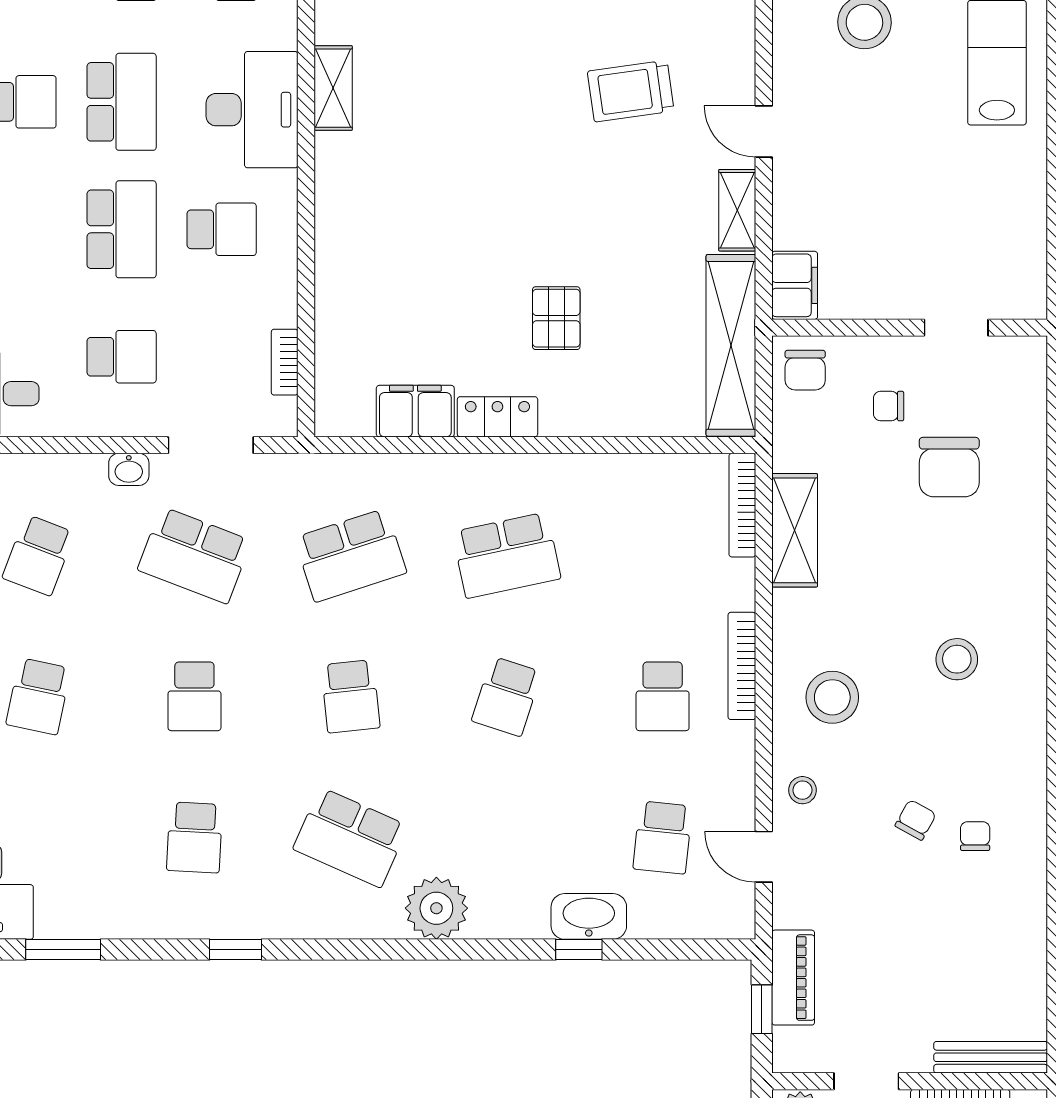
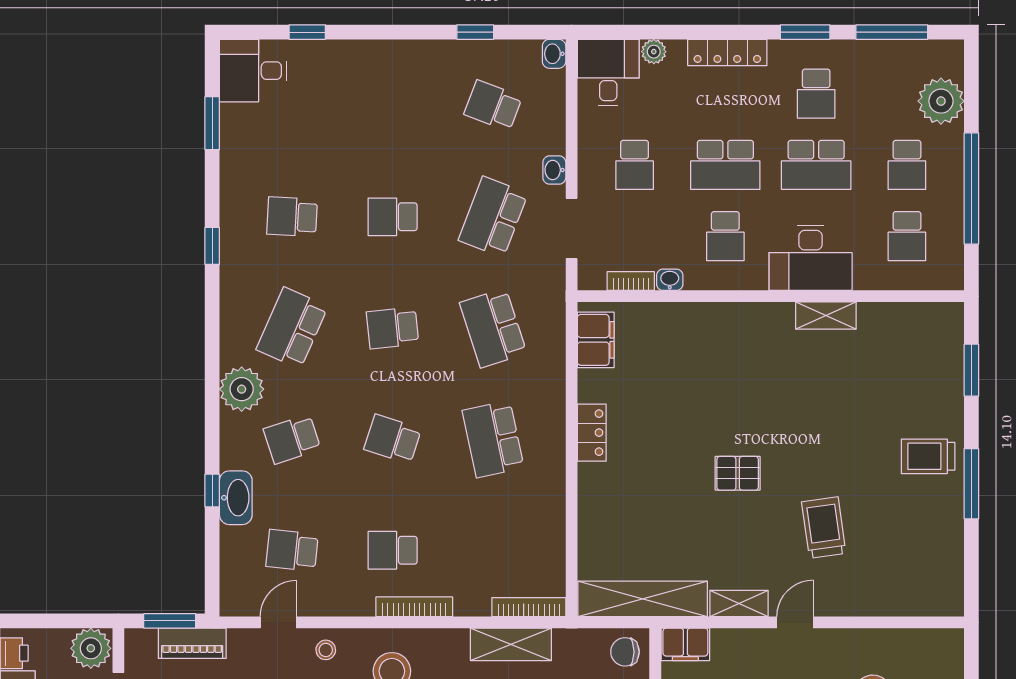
washbasin: (283, 307) -> (670, 280), added
pallet: (556, 318) -> (738, 473), moved
filing cabinet: (415, 411) -> (596, 340), moved
school desk: (38, 696) -> (292, 439), moved, turned -30
window: (762, 1009) -> (170, 621), width x1.50

